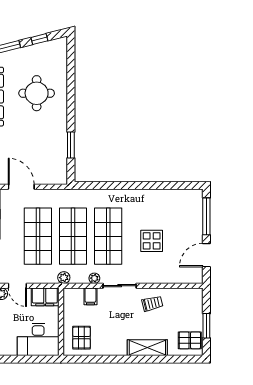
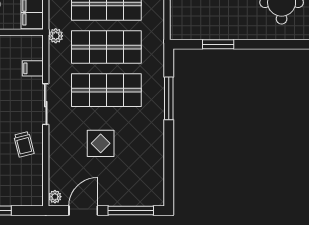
window: (115, 185) -> (169, 98), added
door: (206, 255) -> (83, 211), hinge flipped
plant: (94, 278) -> (55, 197), moved

